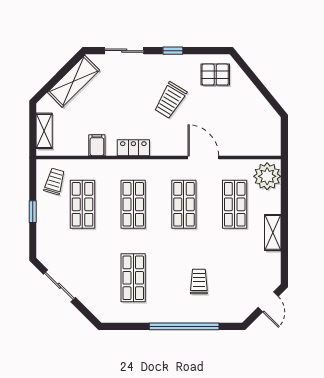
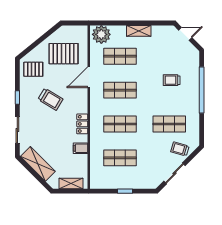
pallet: (215, 75) -> (33, 69), turned 90
pallet: (239, 120) -> (64, 54), added
trolley: (55, 181) -> (180, 149), moved

